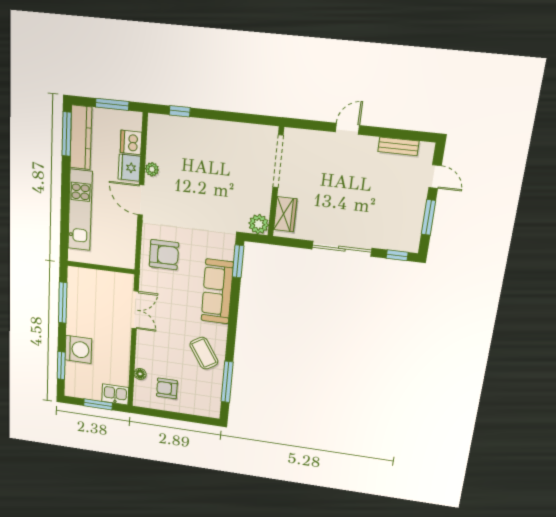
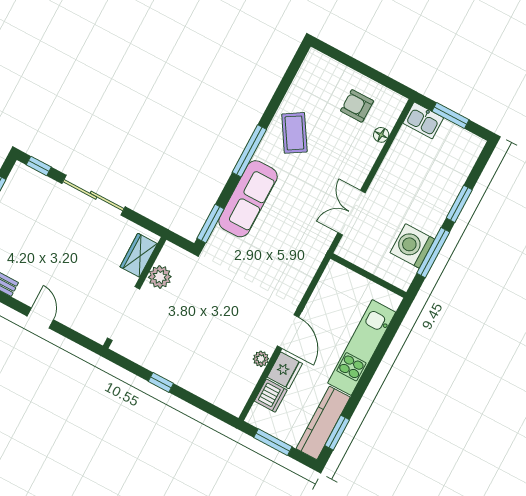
window: (180, 111) -> (161, 382), moved
door: (347, 129) -> (40, 318), swing flipped
window: (67, 134) -> (337, 433), width x0.69
plant: (259, 224) -> (160, 277), moved
armchair: (164, 255) -> (290, 262), removed
washing machine: (78, 349) -> (412, 246), moved
window: (61, 366) -> (459, 204), moved
window: (227, 382) -> (249, 151), moved
armchair: (167, 388) -> (357, 106), turned 180

